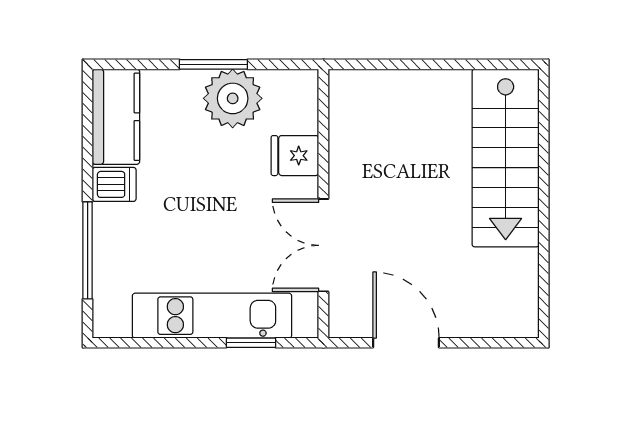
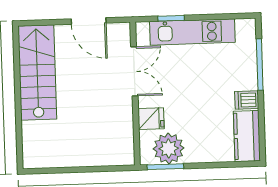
window: (213, 64) -> (165, 167), moved
plant: (233, 98) -> (169, 148), moved
stairs: (506, 158) -> (37, 73), moved

